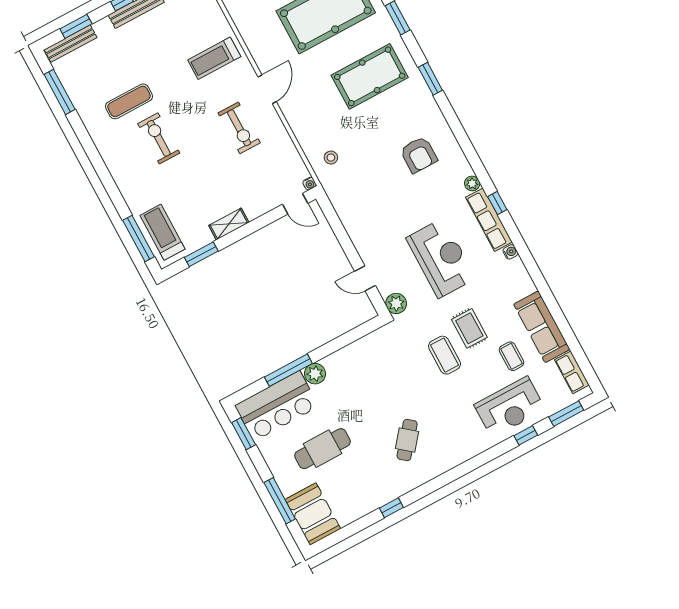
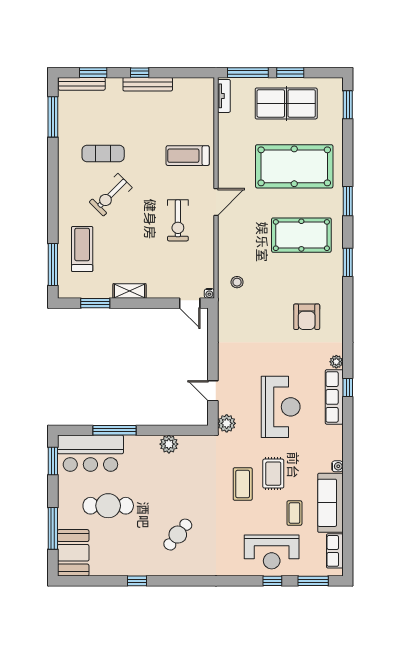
exercise bike: (159, 138) -> (111, 195), turned -135
treadmill: (162, 232) -> (82, 249), moved
water cooler: (510, 252) -> (337, 466), moved
plant: (315, 374) -> (169, 444), moved

